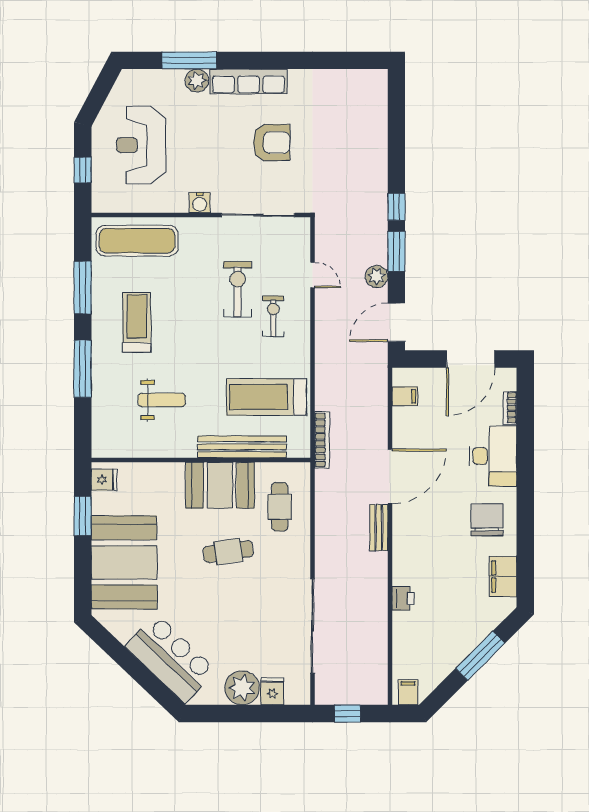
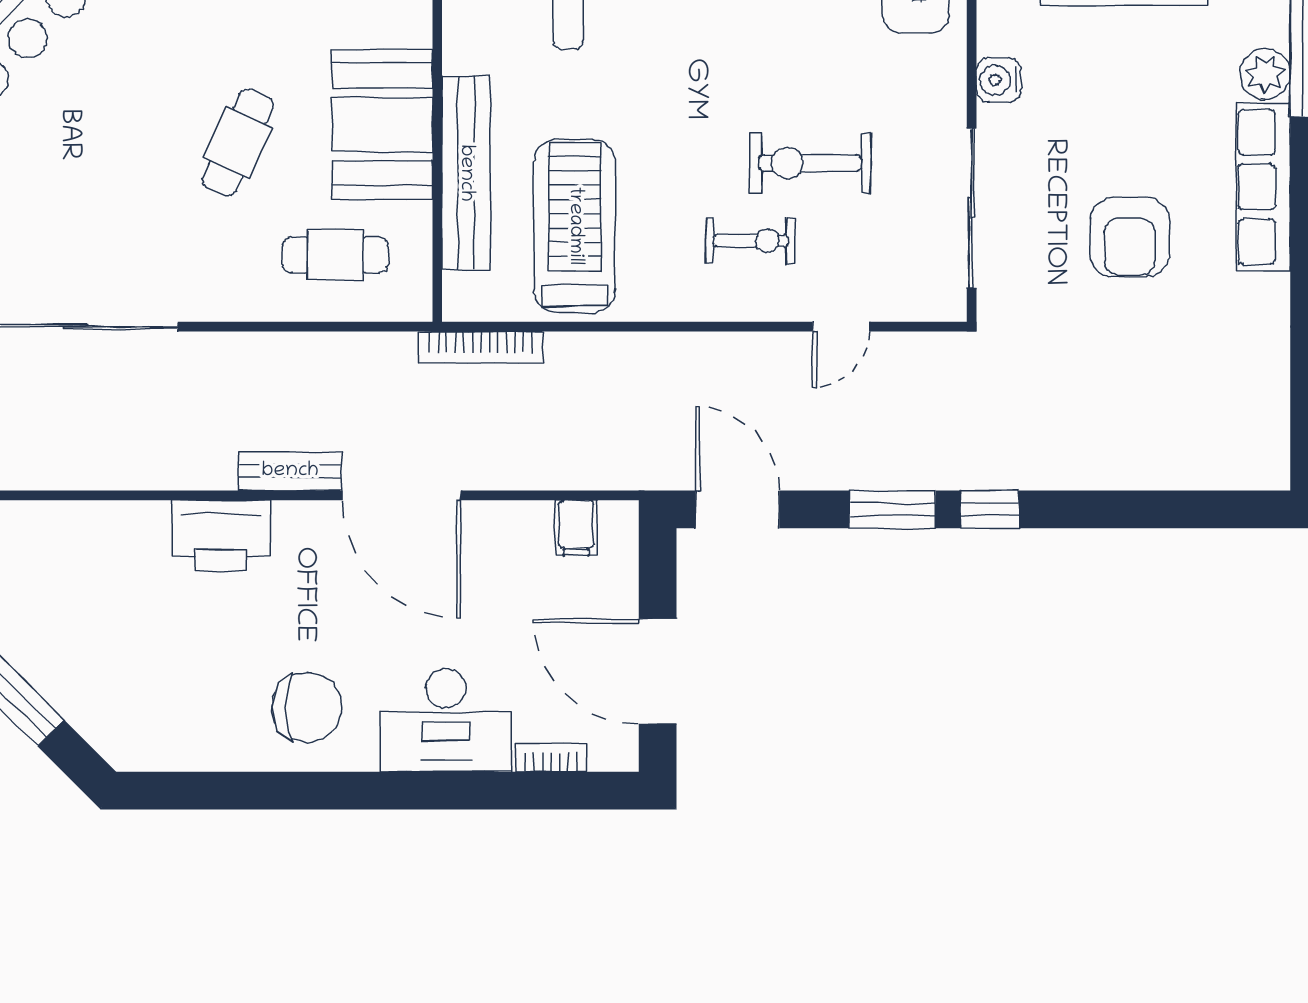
plant: (377, 276) -> (838, 466), removed
exercise bike: (238, 289) -> (810, 163), turned 180
cafe table: (228, 552) -> (238, 143), turned 32
filing cabinet: (503, 576) -> (183, 742), removed
printer: (403, 598) -> (221, 535), moved, width x1.87, depth x1.48

